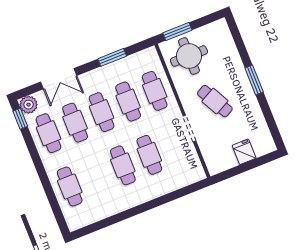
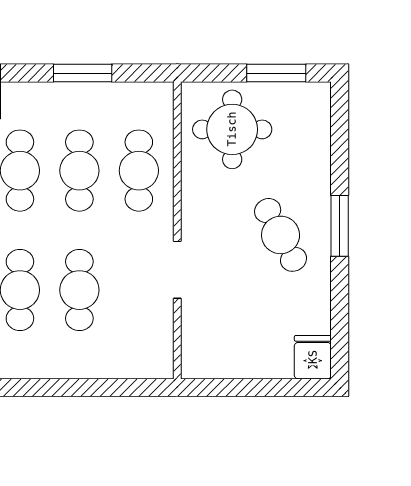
window: (177, 31) -> (276, 73), moved
cafe table: (215, 101) -> (281, 235), moved
fridge: (244, 152) -> (313, 357), moved

